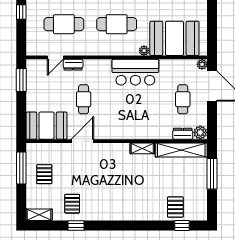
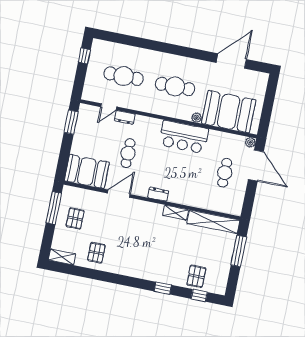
plant: (200, 132) -> (235, 208), removed
dresser: (183, 134) -> (158, 194), moved
window: (76, 225) -> (163, 288), moved

